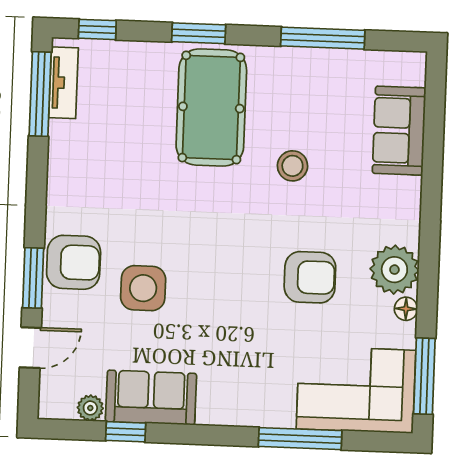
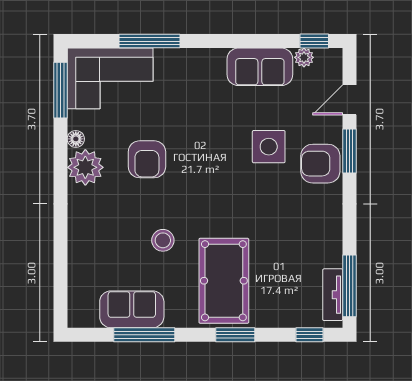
sofa: (399, 131) -> (132, 309), moved, turned -90
armchair: (310, 277) -> (147, 159), turned -90
window: (126, 432) -> (314, 41), moved

